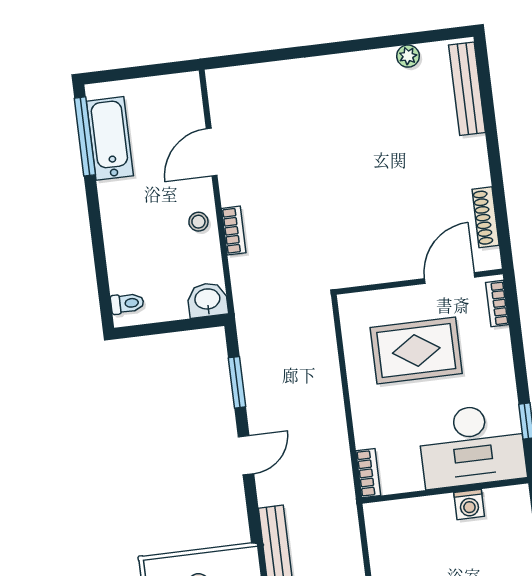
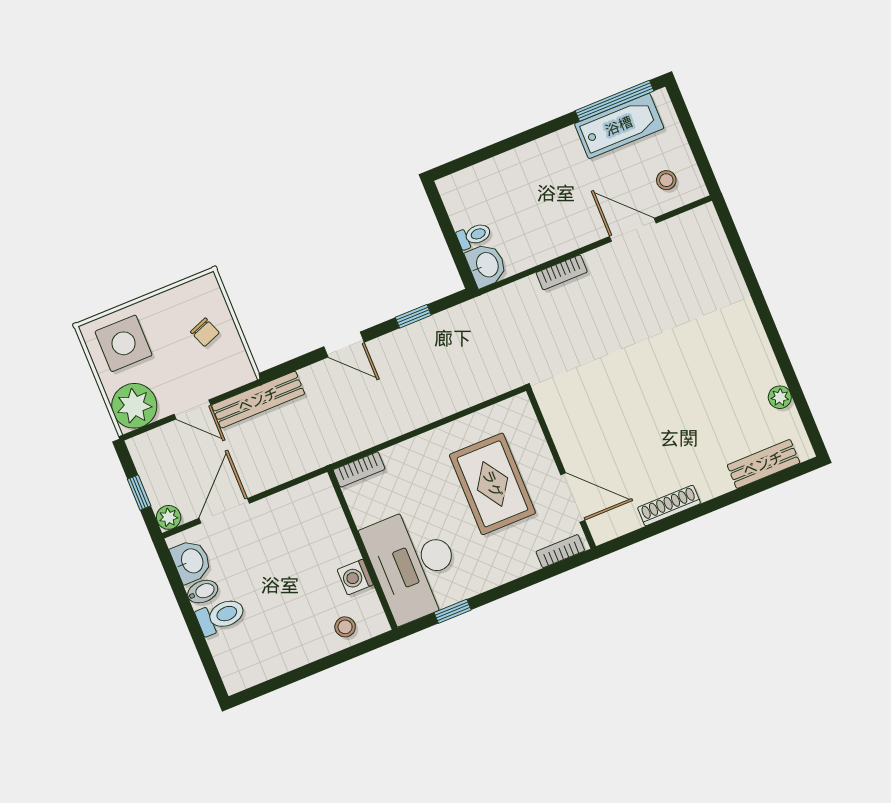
bench: (467, 89) -> (763, 464), width x0.73
shoe rack: (486, 217) -> (669, 506), moved
stool: (198, 222) -> (666, 180), moved
toilet: (127, 303) -> (474, 236), moved, turned -90
window: (237, 382) -> (413, 316), width x0.67
stool: (514, 527) -> (345, 627), added

